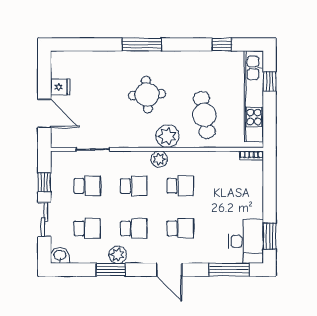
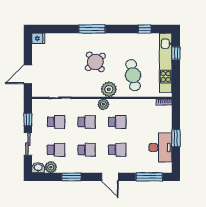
fridge: (60, 87) -> (38, 38), moved
round table: (147, 95) -> (95, 62), turned -36
door: (44, 113) -> (28, 74), swing flipped
window: (270, 236) -> (176, 138), moved
desk: (246, 241) -> (160, 147), moved
plant: (118, 255) -> (51, 167), moved

